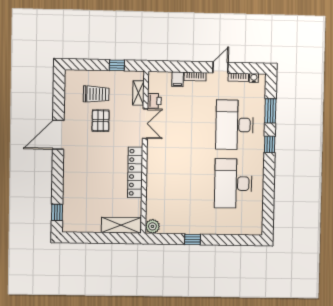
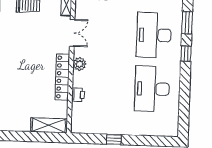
printer: (154, 101) -> (78, 95), moved
pallet: (101, 121) -> (32, 30), removed
plant: (152, 226) -> (79, 64), moved

